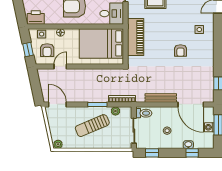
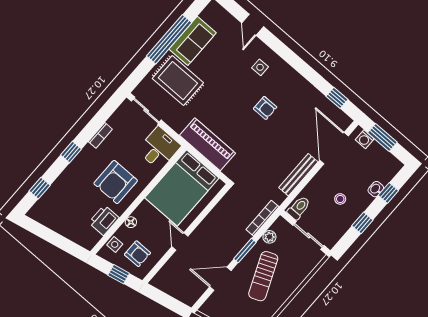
printer: (36, 17) -> (104, 220), moved
door: (60, 67) -> (180, 241), moved
door: (57, 104) -> (220, 279), moved
door: (191, 104) -> (334, 148), swing flipped
washing machine: (209, 127) -> (365, 139), moved
window: (152, 153) -> (362, 223), moved

